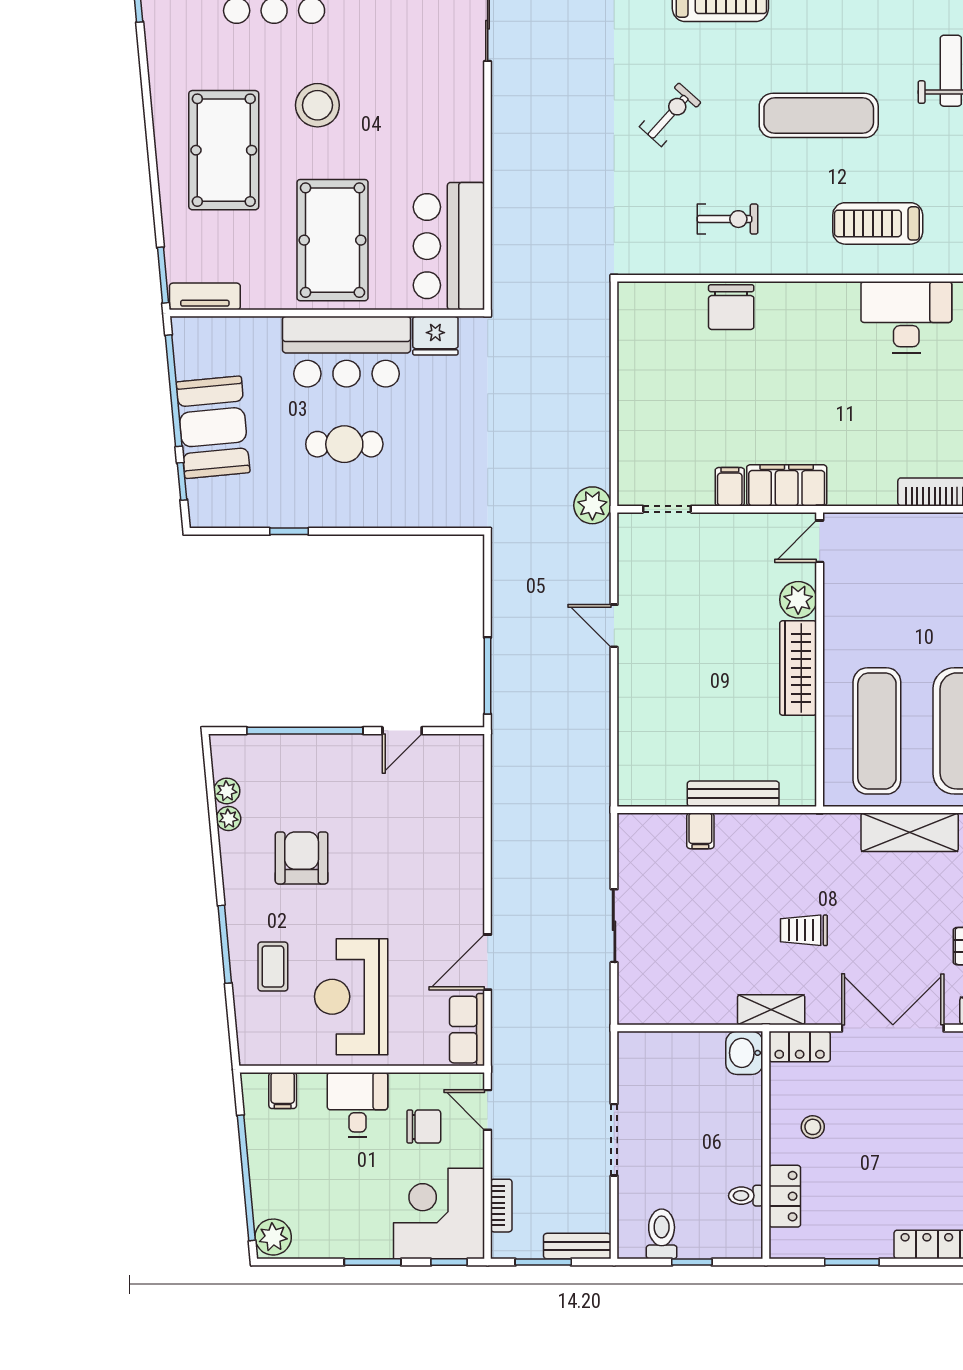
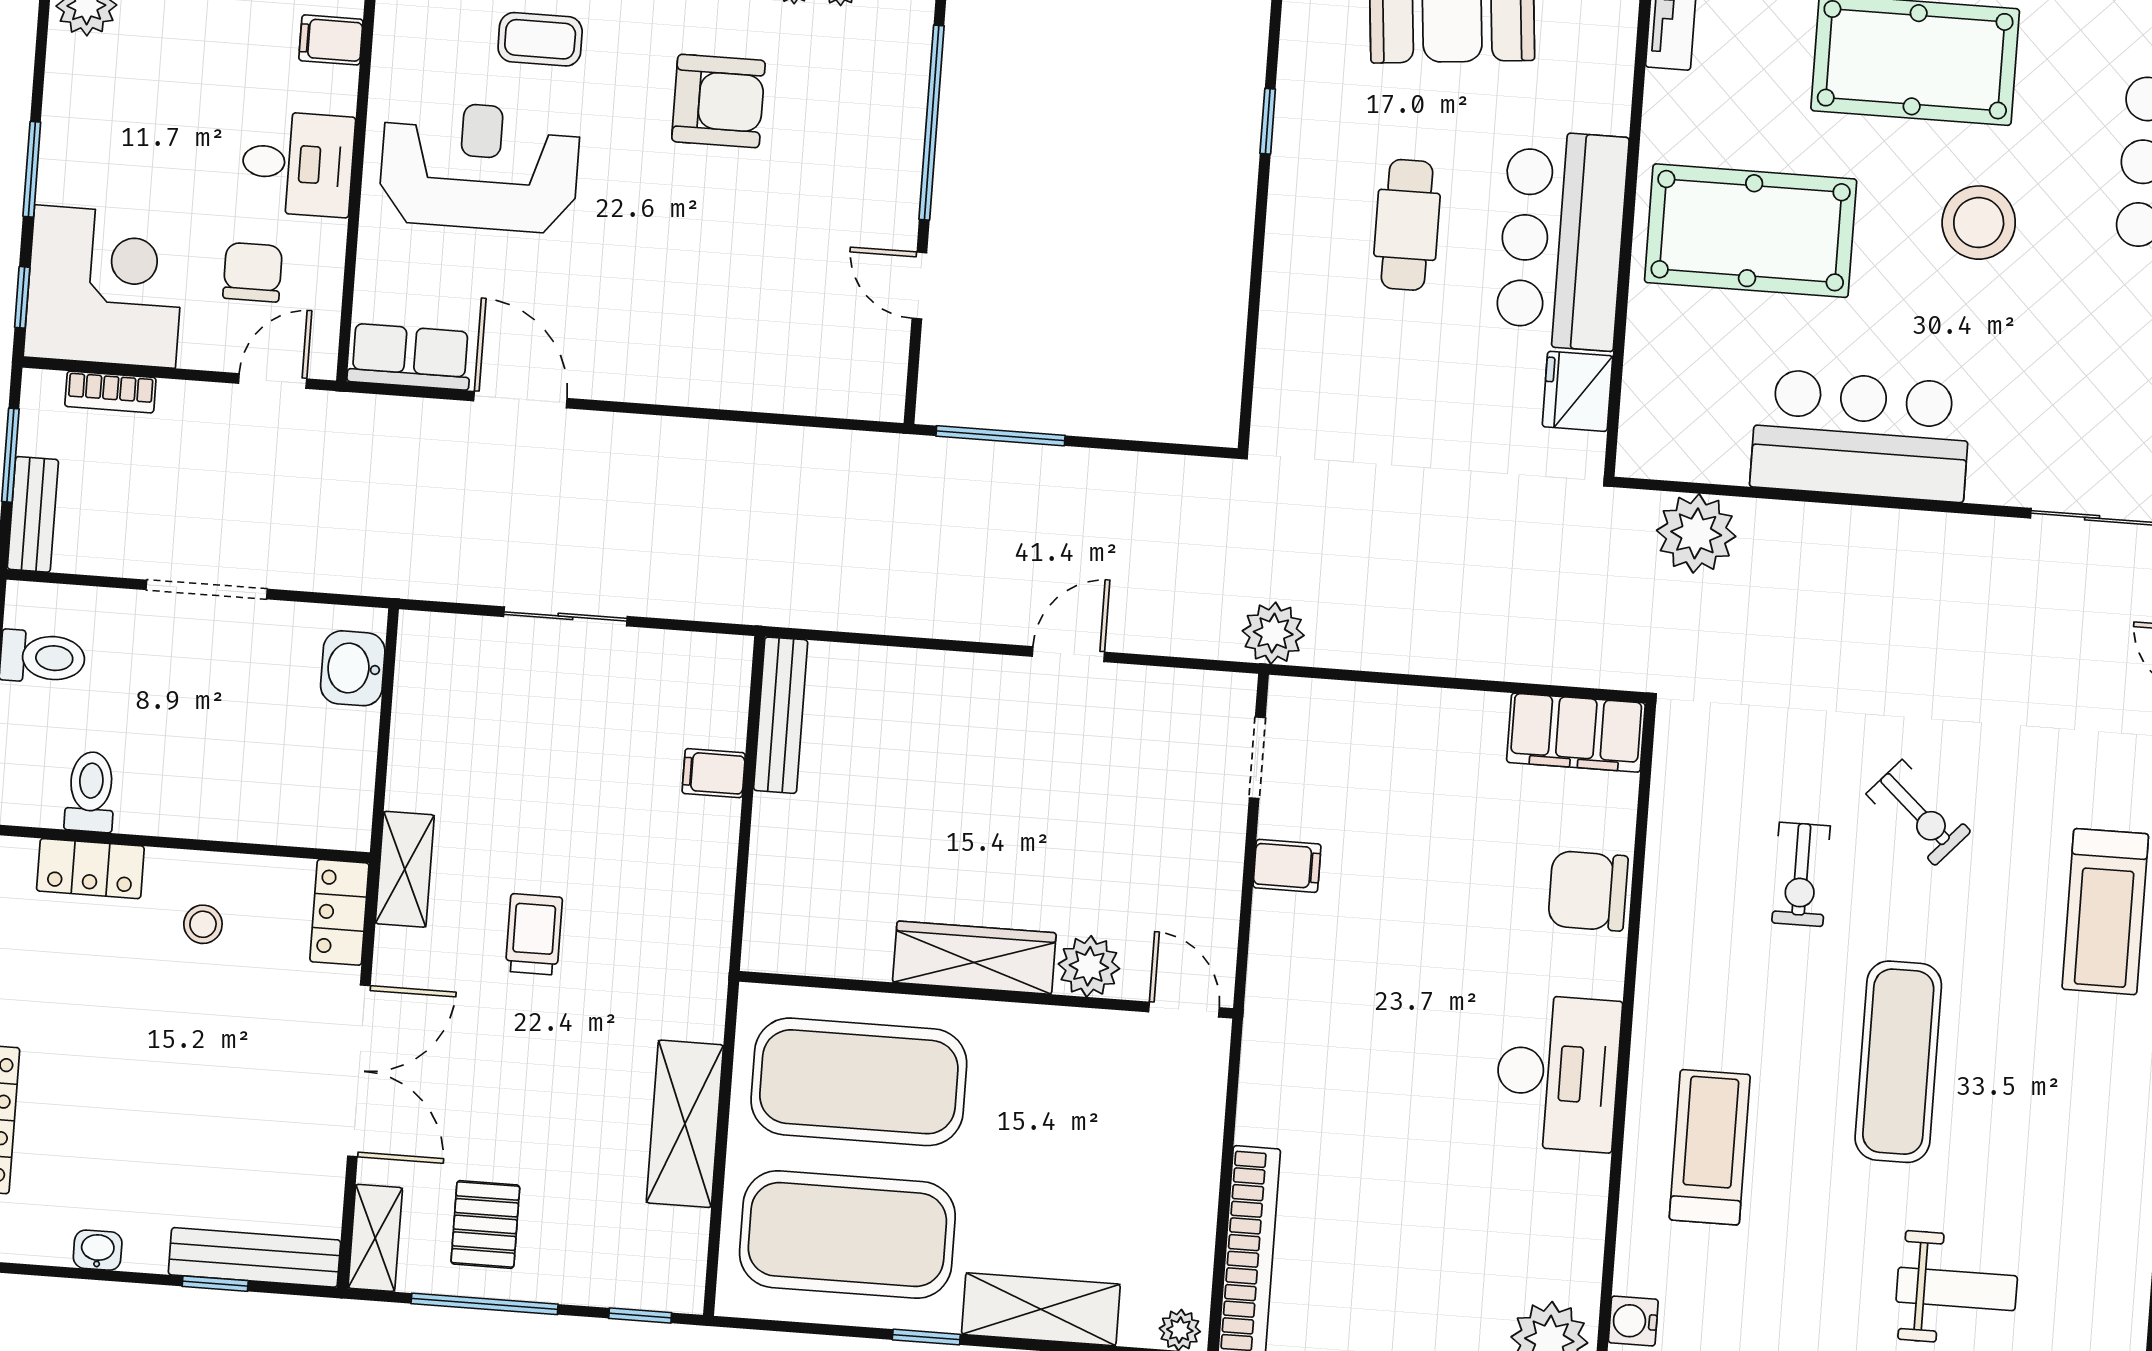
exercise bike: (728, 219) -> (1801, 874), moved
bar counter: (449, 246) -> (1861, 435), moved
plant: (514, 259) -> (1696, 533), added
desk: (906, 317) -> (1558, 1073), moved
filing cabinet: (787, 485) -> (1576, 733), moved, turned 90
exercise mat: (877, 731) -> (859, 1082), width x1.47
bench: (733, 794) -> (781, 715), moved
washbasin: (744, 1053) -> (353, 668), moved, turned -90
chair: (424, 1127) -> (253, 272), turned 180
toilet: (746, 1196) -> (91, 792), width x1.37, depth x1.39

